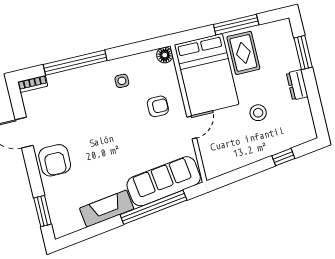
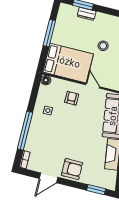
rug: (243, 53) -> (67, 37), removed
dresser: (297, 85) -> (87, 14), moved

